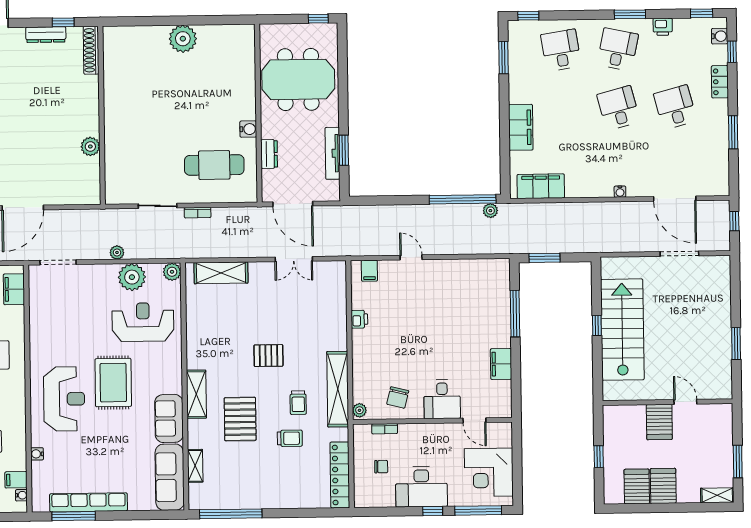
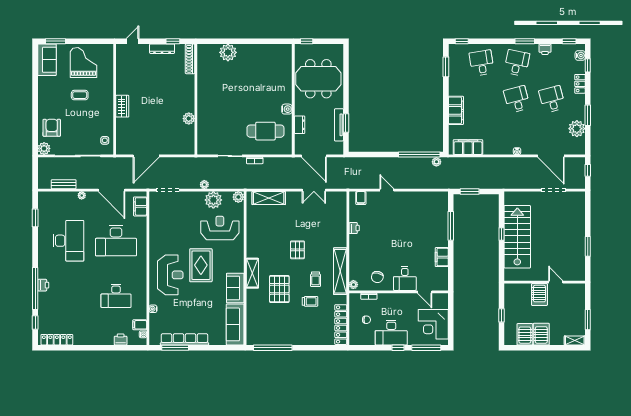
window: (318, 19) -> (307, 41), moved
plant: (183, 39) -> (228, 52), moved
plant: (716, 154) -> (577, 129), added
pallet: (268, 356) -> (297, 250), turned 90
shelving: (195, 466) -> (251, 318), removed

